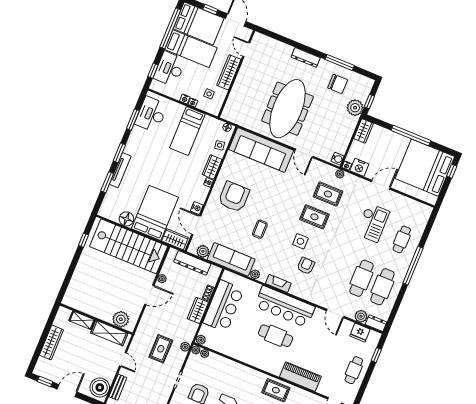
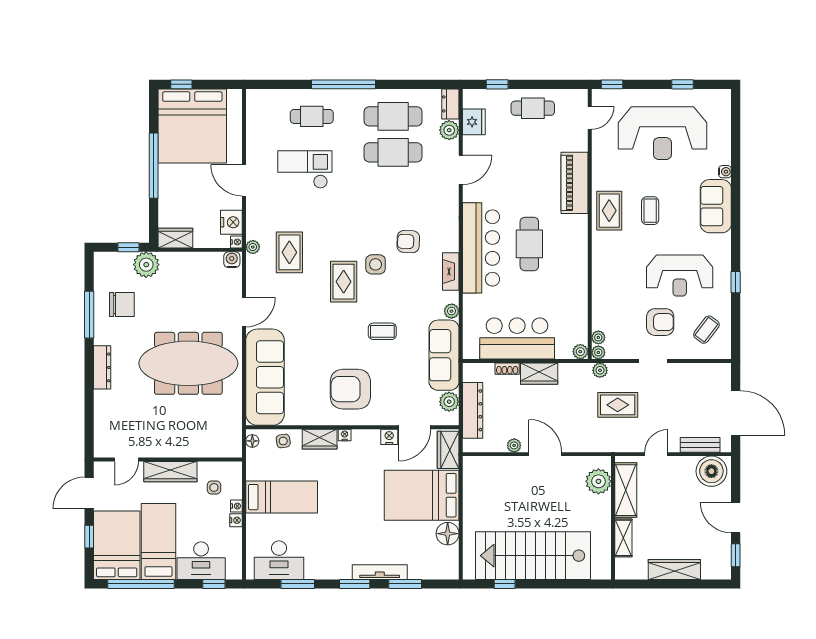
chair: (338, 84) -> (122, 304), turned 90
rug: (314, 217) -> (344, 282), moved
stairs: (129, 246) -> (533, 556), moved, turned -90

